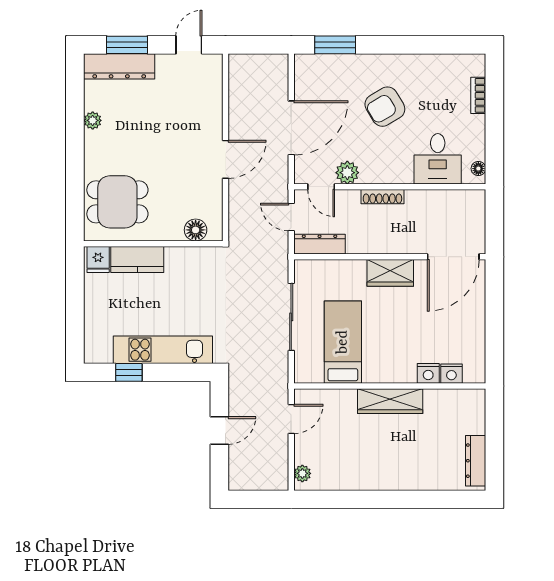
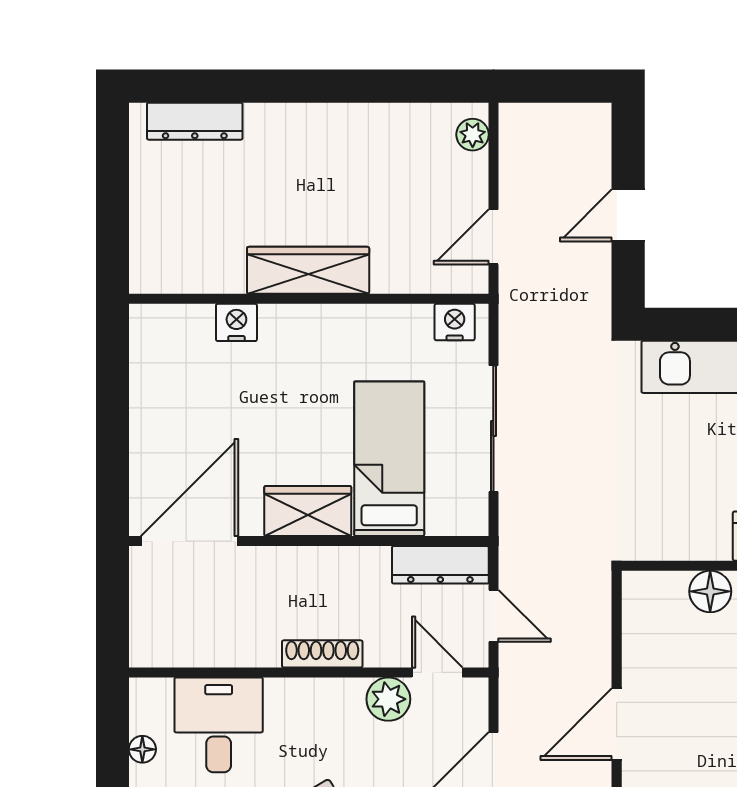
floor lamp: (478, 169) -> (142, 749), moved
floor lamp: (196, 230) -> (710, 591), moved
bed: (343, 342) -> (389, 459), moved, turned 180
nightstand: (451, 374) -> (455, 322), moved
dresser: (476, 461) -> (195, 121), moved, turned 90

